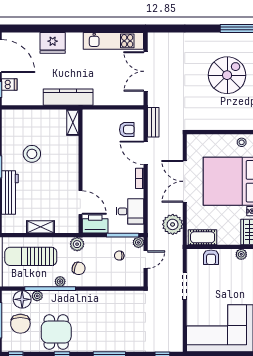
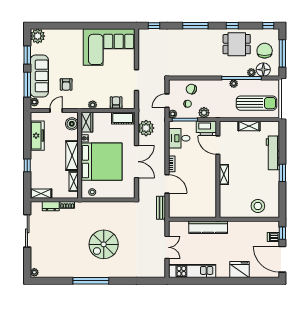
double door: (146, 71) -> (167, 247), width x0.73
kitchen counter: (68, 97) -> (208, 227), moved
shelving: (73, 122) -> (224, 175), moved
armchair: (127, 130) -> (182, 202), removed
stool: (32, 154) -> (258, 206), moved
plant: (77, 244) -> (204, 113), moved
chair: (79, 268) -> (191, 89), moved
dining table: (56, 332) -> (237, 44), turned 90

